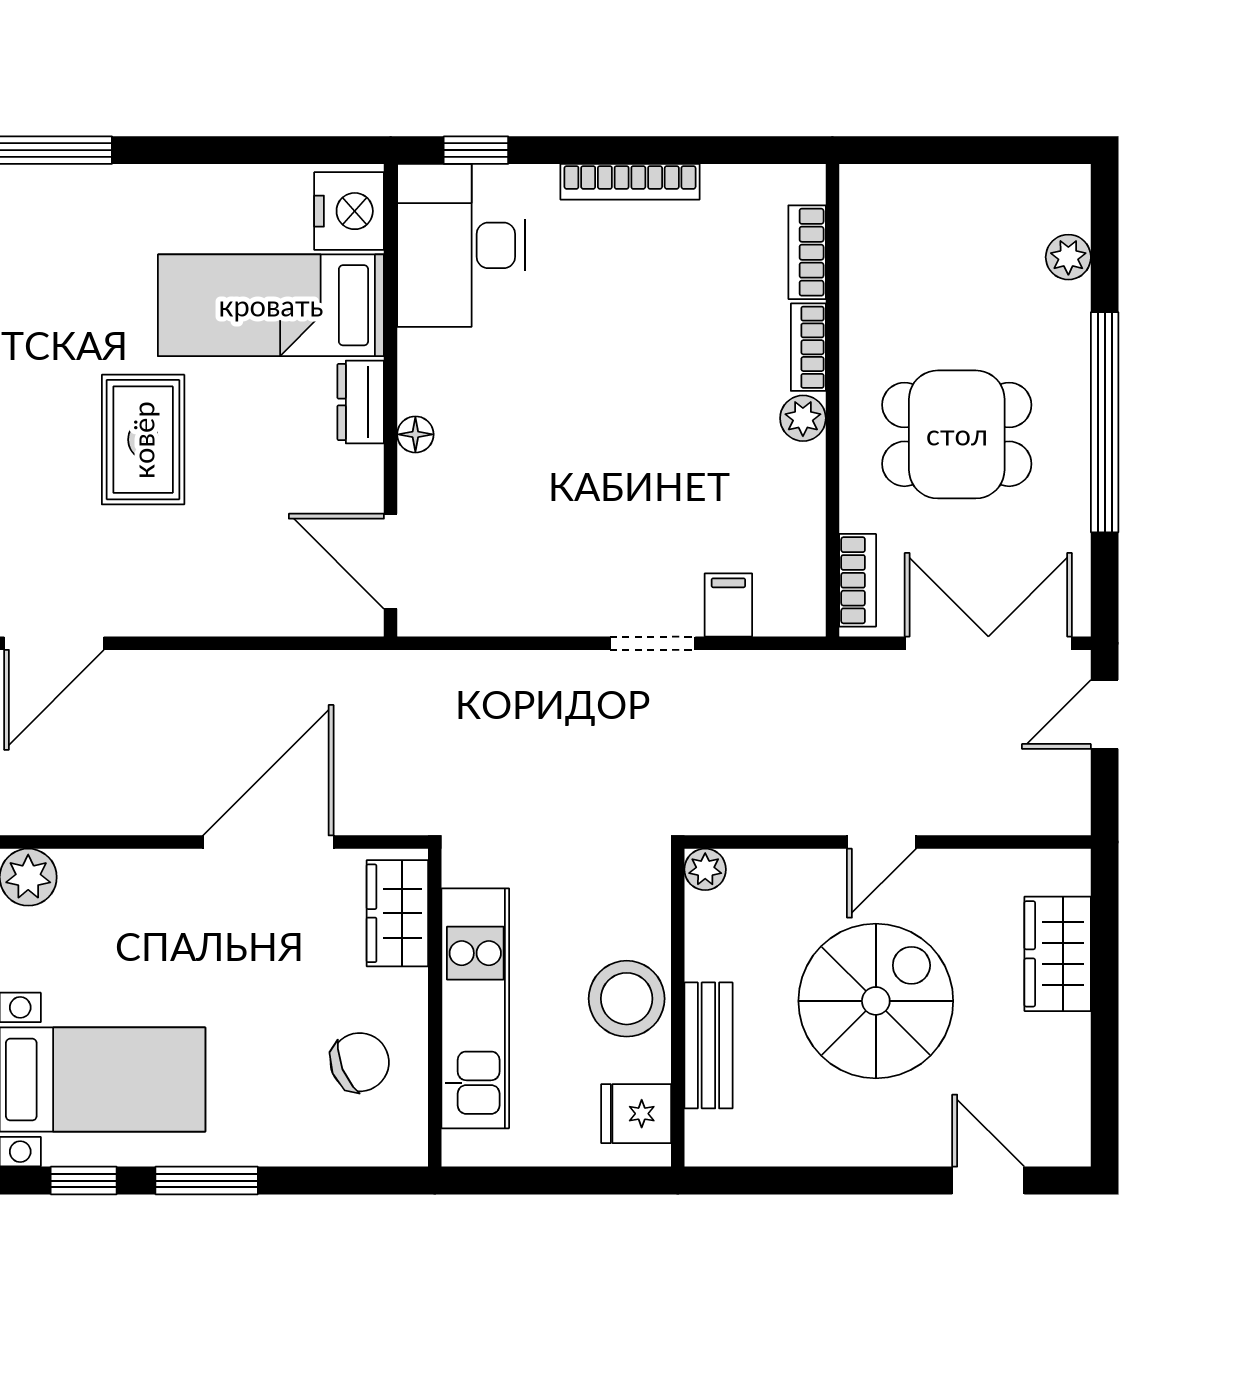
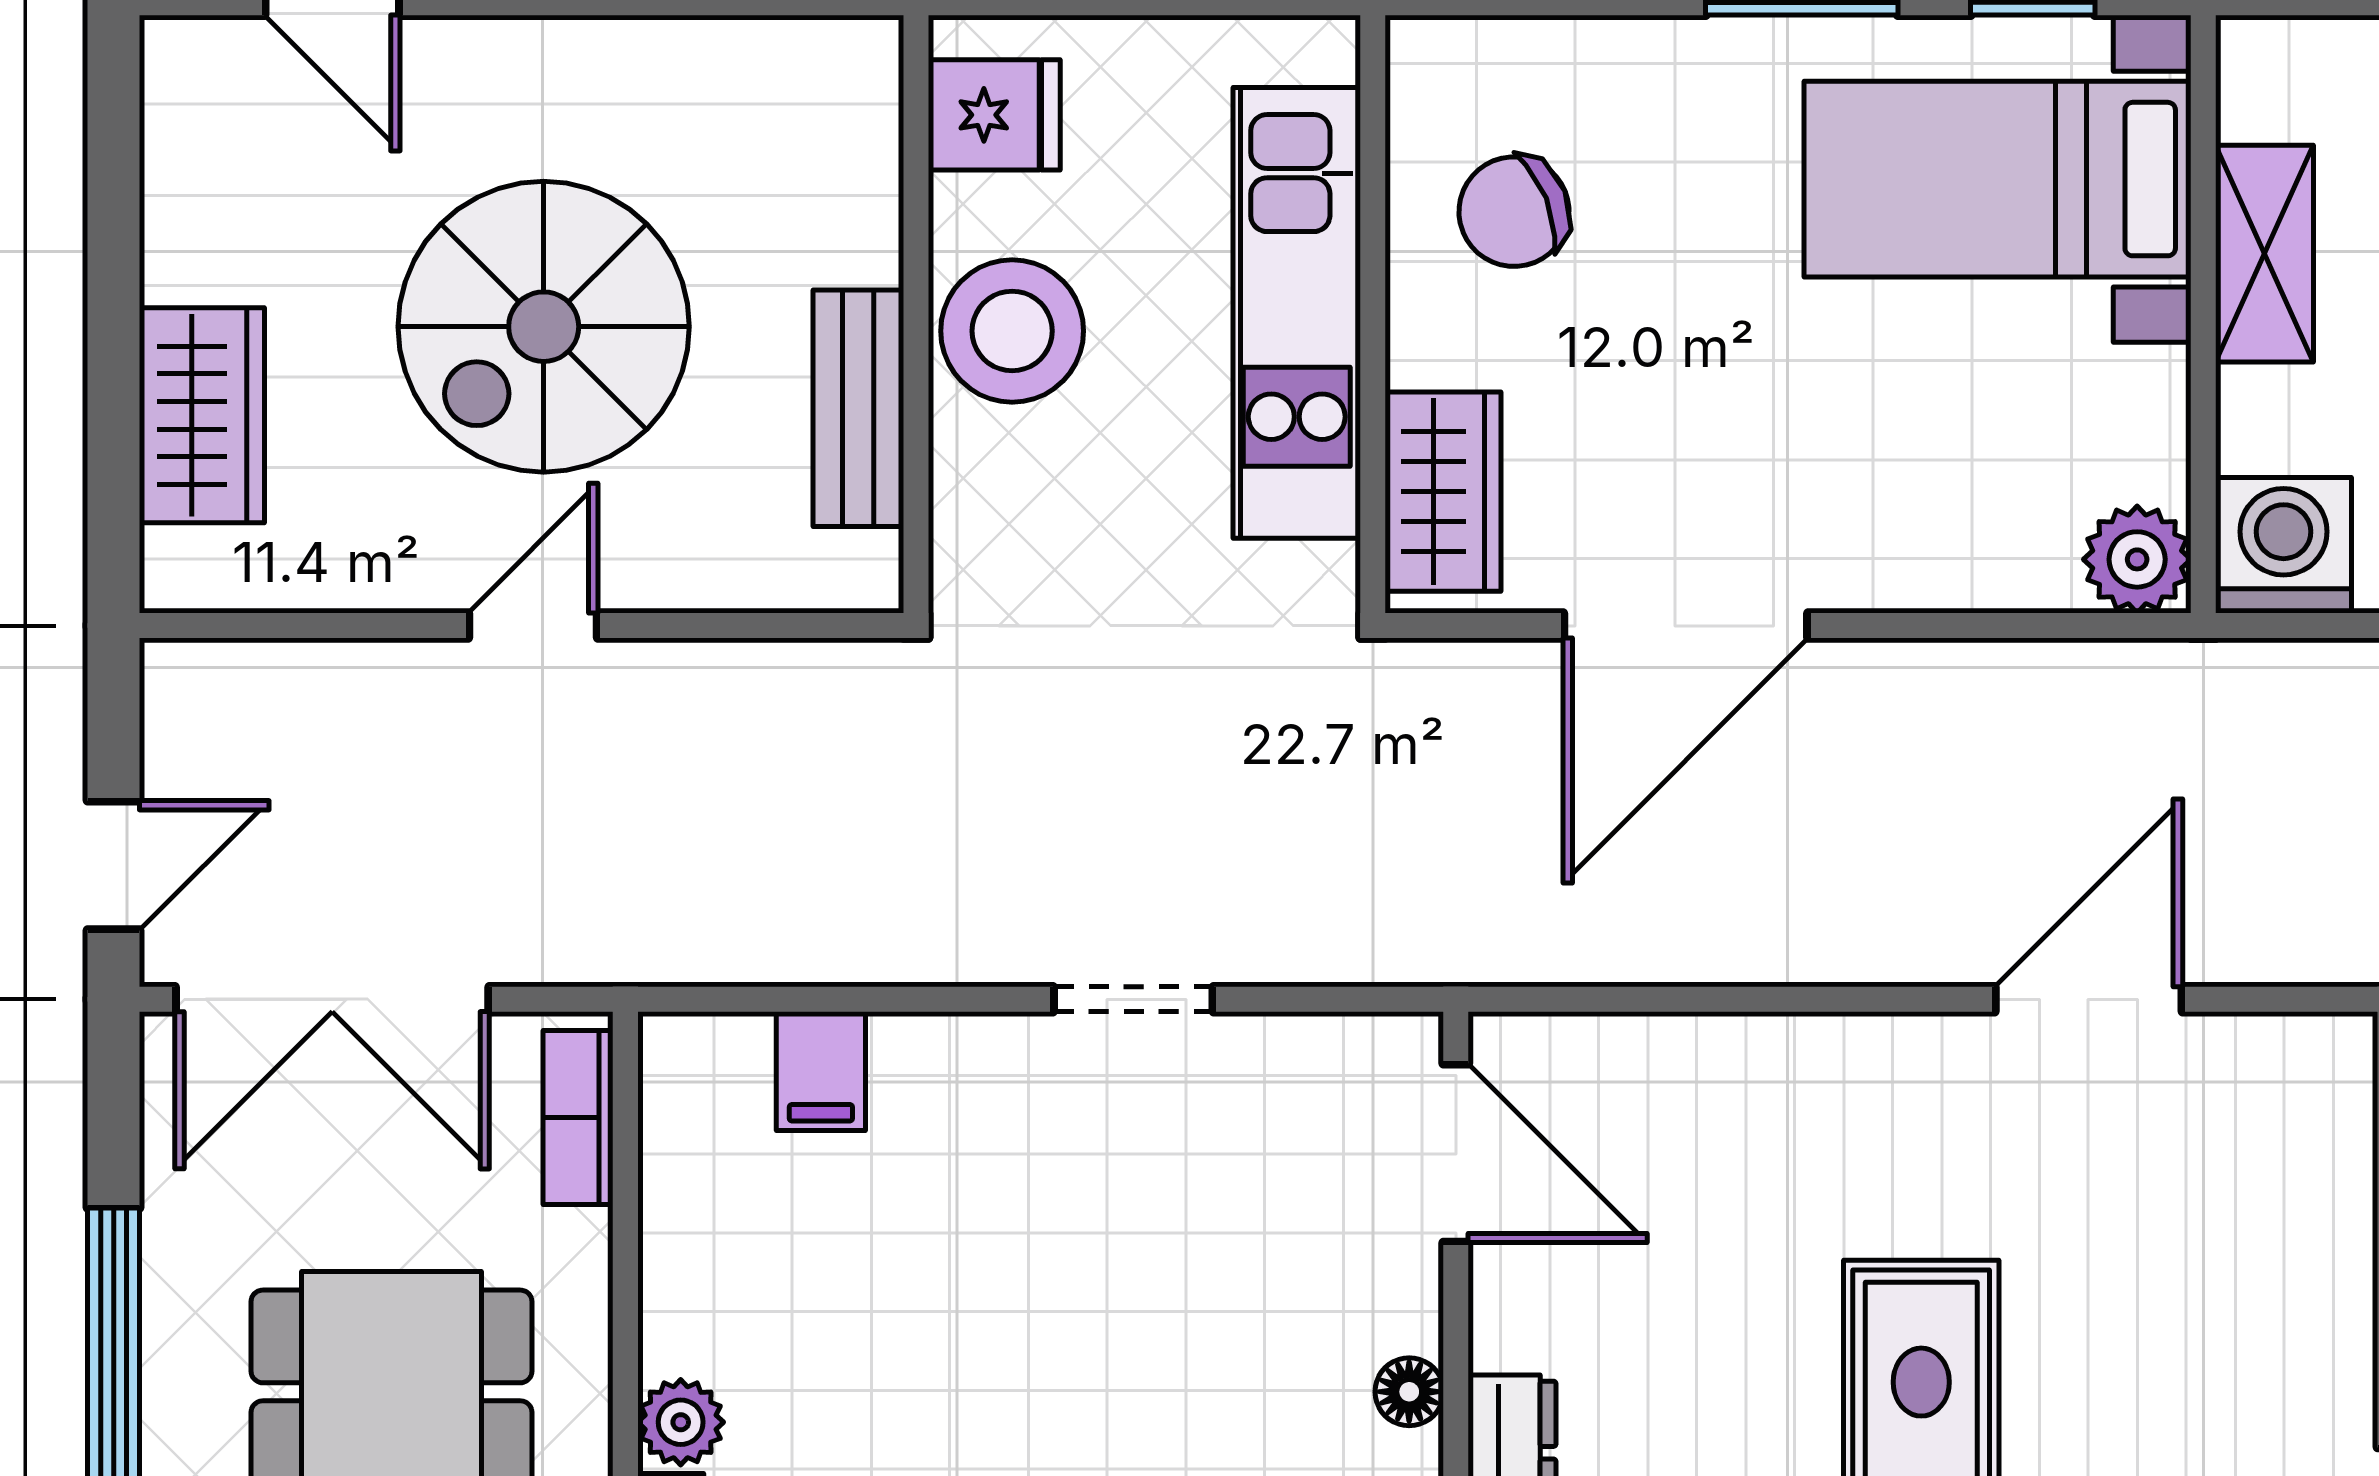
doorway: (653, 643) -> (1133, 999), moved
plant: (705, 869) -> (864, 574), removed
bench: (708, 1045) -> (858, 408), moved

